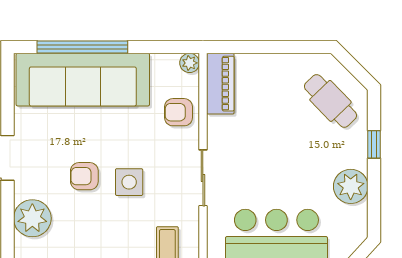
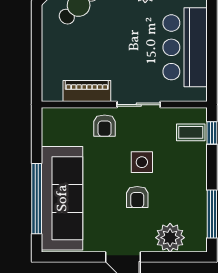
plant: (190, 63) -> (49, 115), removed
piano: (220, 84) -> (87, 91), moved
armchair: (179, 112) -> (105, 126), moved

